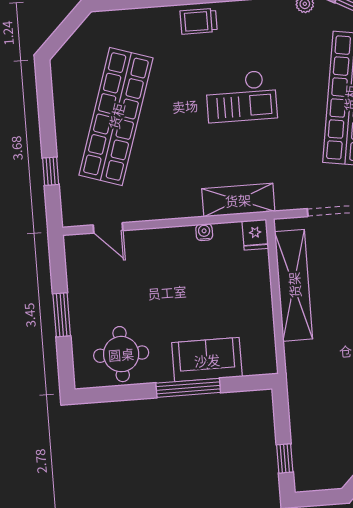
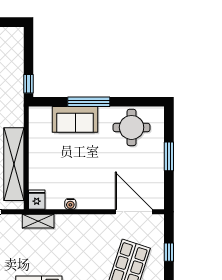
shelving: (238, 200) -> (38, 221), width x0.67, depth x0.75
door: (108, 228) -> (134, 212), width x1.88
window: (285, 458) -> (29, 84), moved

